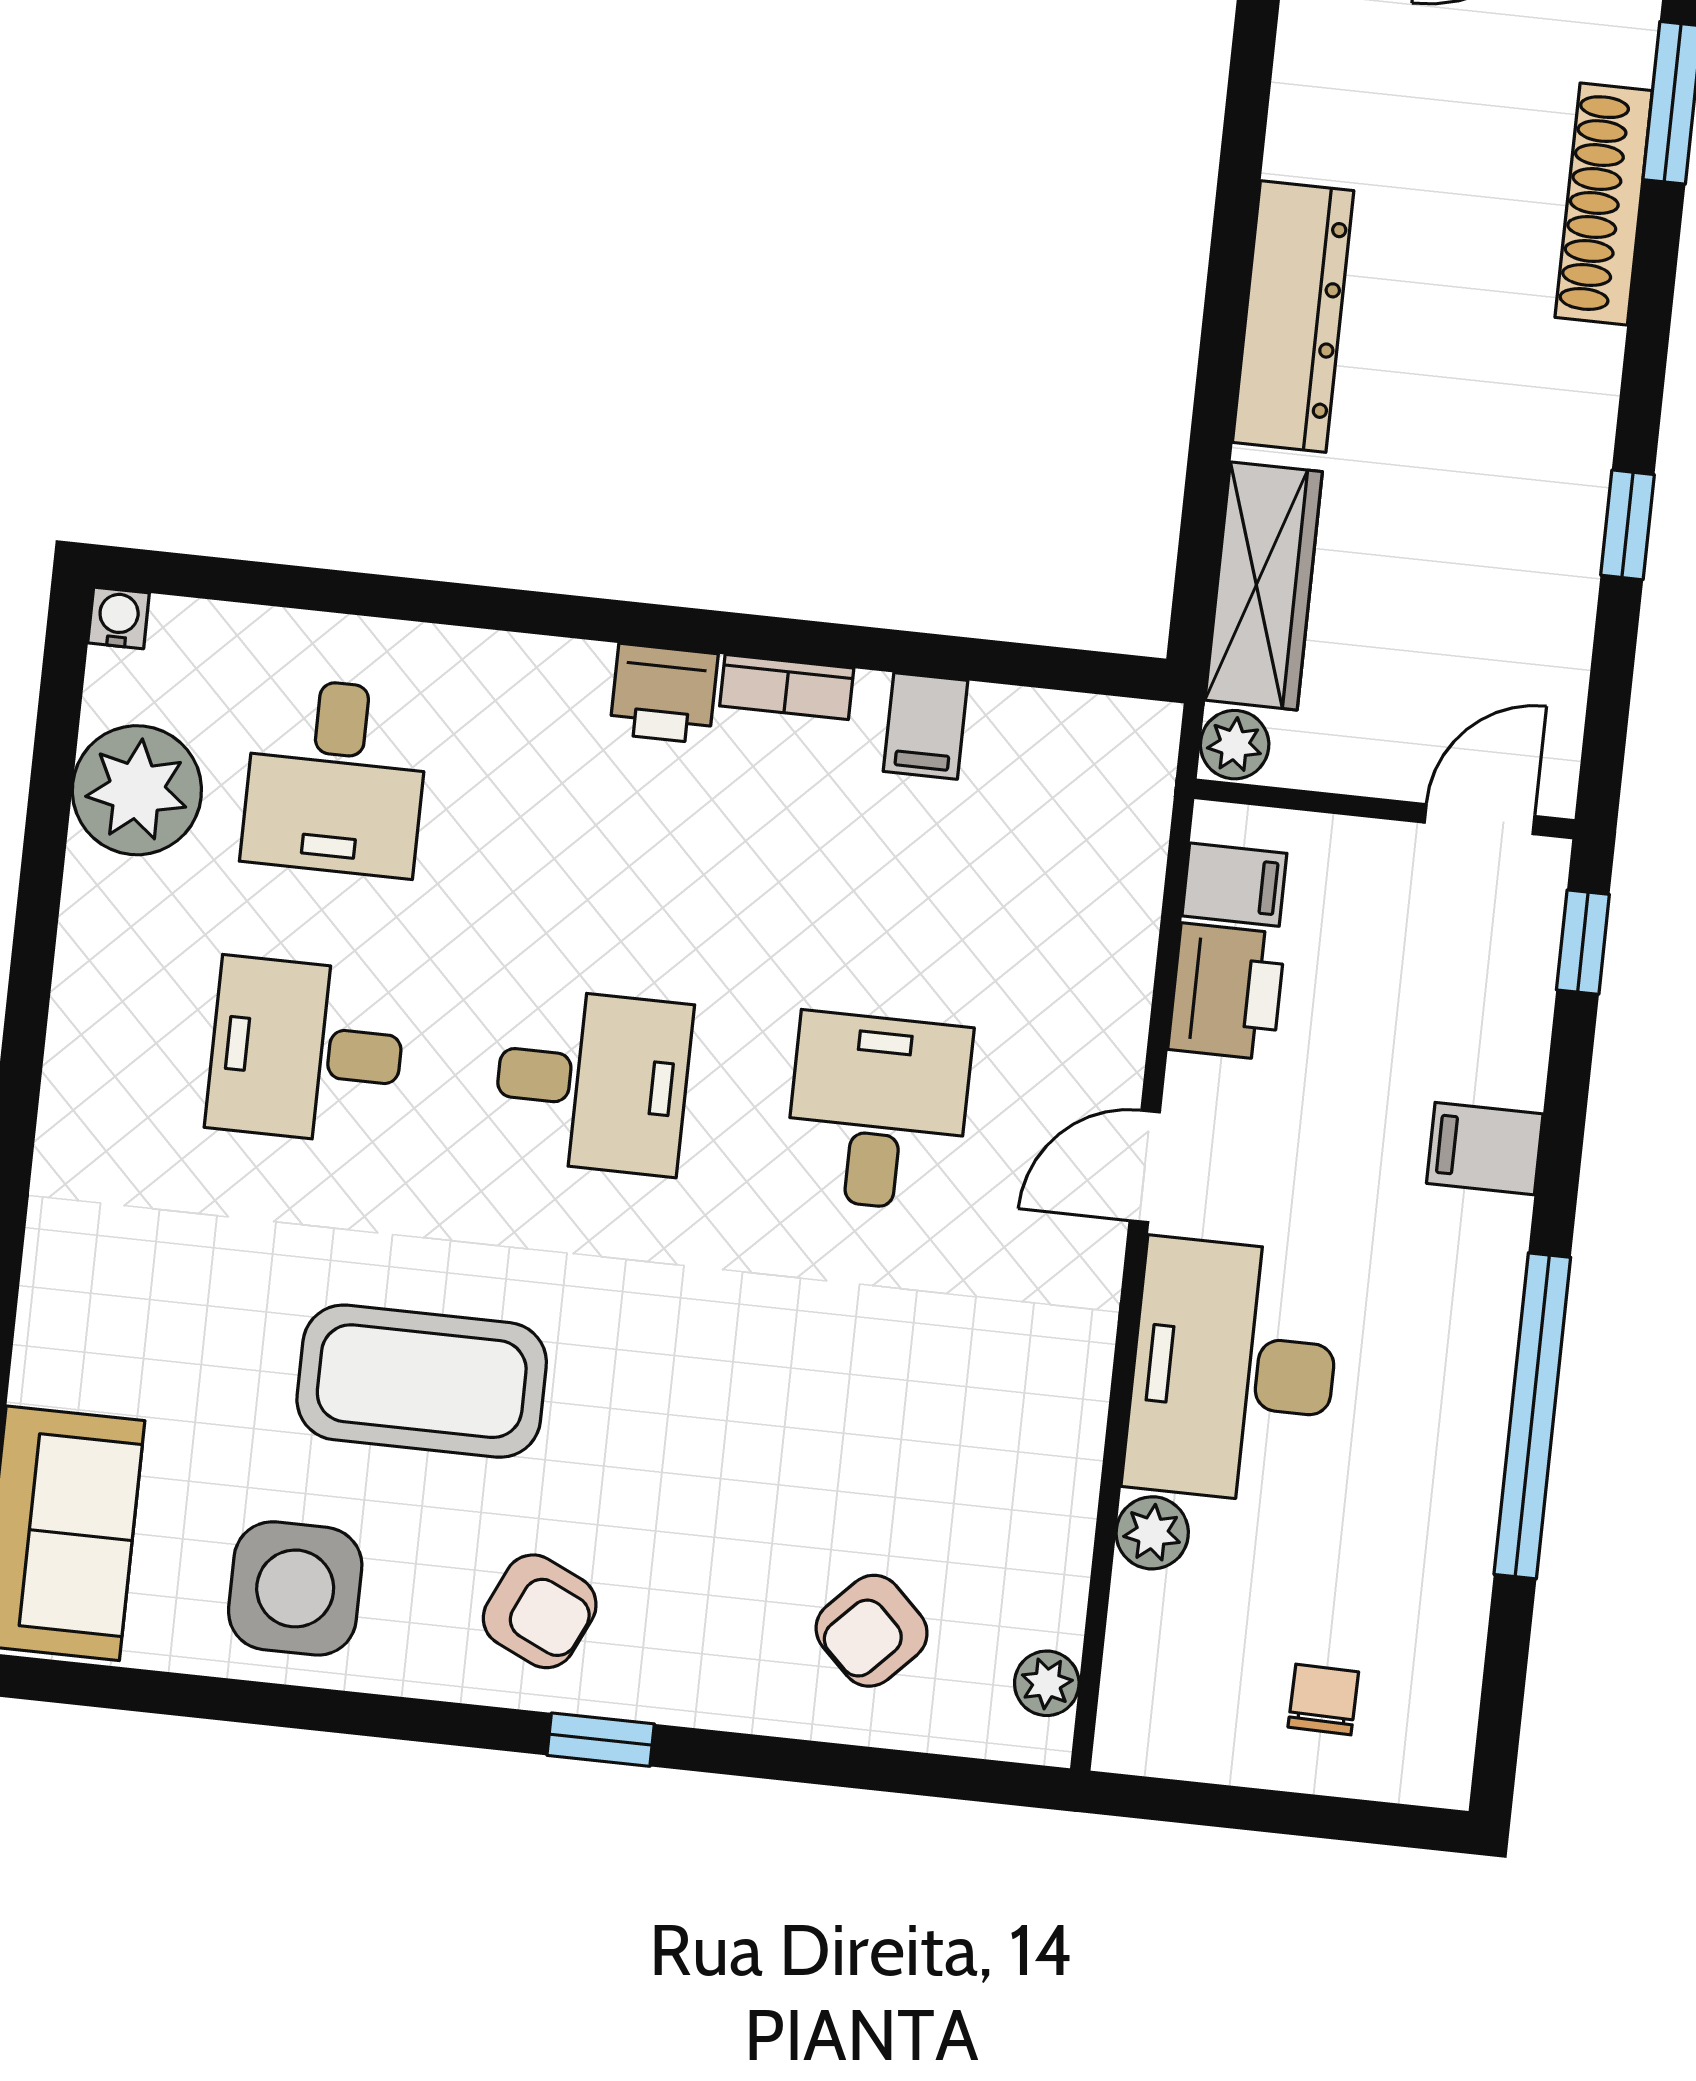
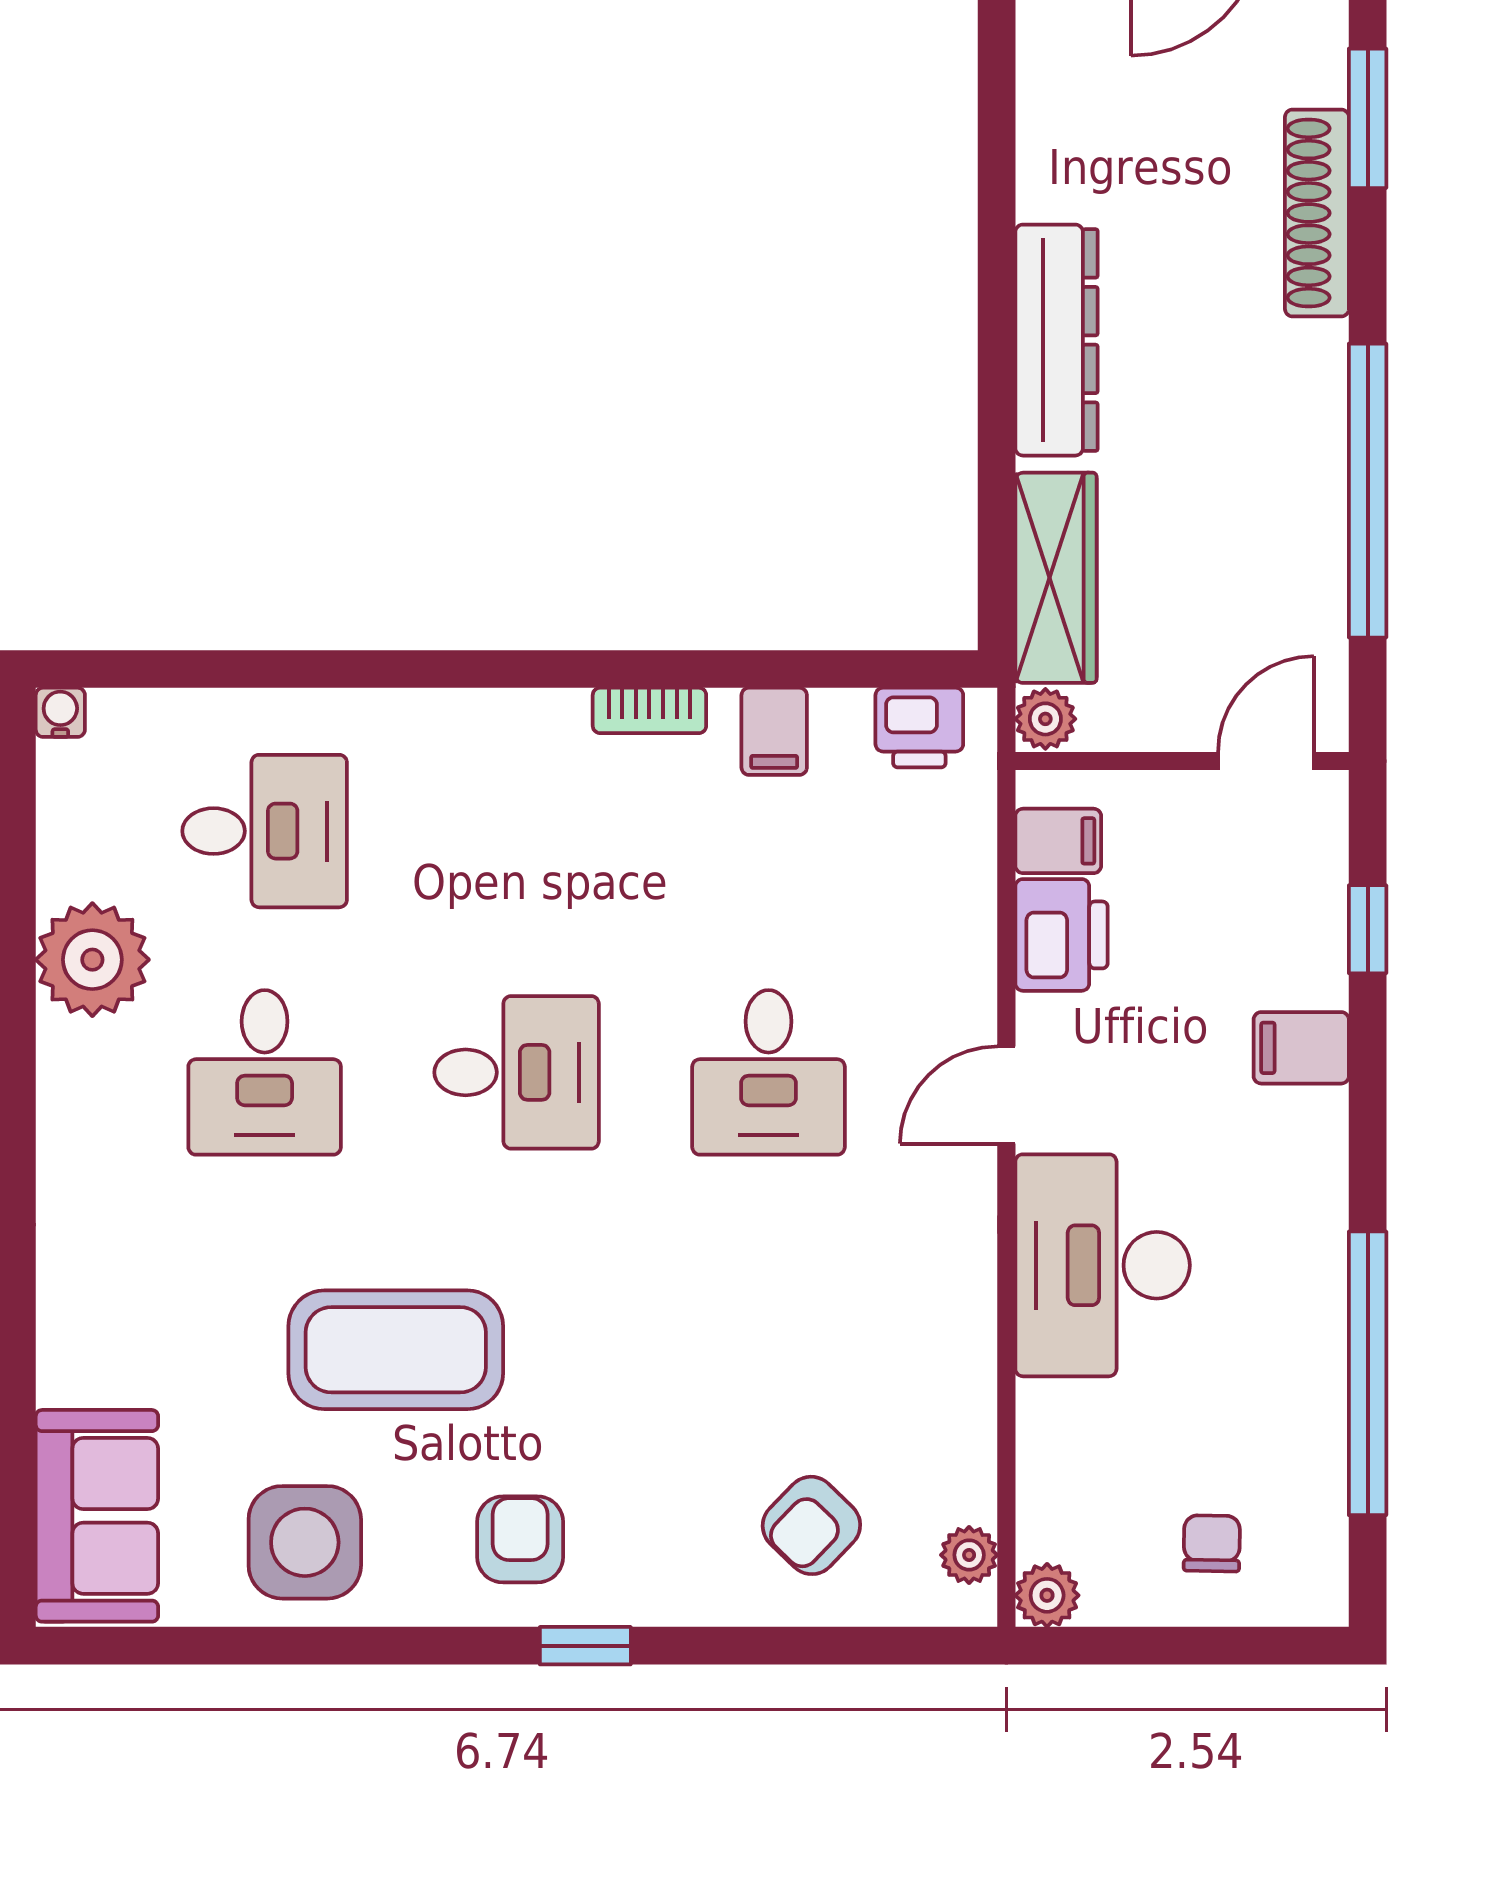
window: (1627, 525) -> (1368, 491), width x3.17
printer: (664, 694) -> (919, 728), moved
desk: (336, 777) -> (265, 831), turned -90
plant: (137, 790) -> (92, 960), moved
window: (1583, 942) -> (1368, 929), moved
desk: (307, 1051) -> (265, 1072), turned -90
desk: (878, 1112) -> (769, 1072), turned 180
window: (1532, 1416) -> (1368, 1373), moved
plant: (1152, 1533) -> (1047, 1595), moved
armchair: (540, 1611) -> (520, 1539), turned -115

